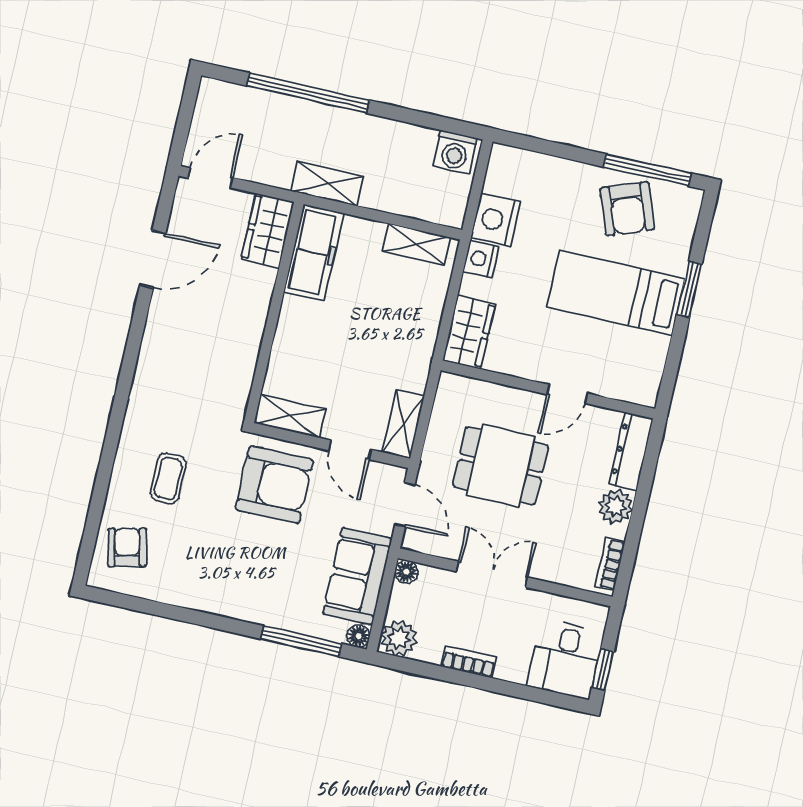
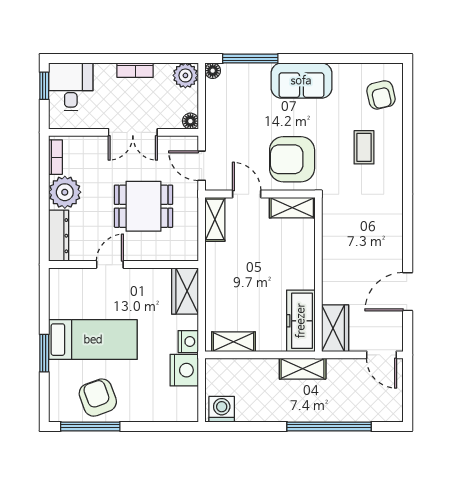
door: (210, 178) -> (381, 355), hinge flipped
plant: (616, 507) -> (65, 192), width x1.36, depth x1.36
sofa: (357, 576) -> (301, 81), moved, turned 90

